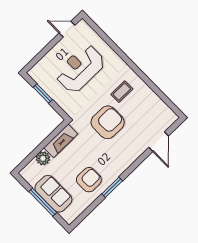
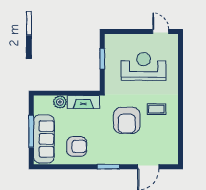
armchair: (108, 122) -> (127, 120), turned 90
window: (112, 187) -> (108, 167), moved
sofa: (53, 194) -> (44, 139), width x1.36

